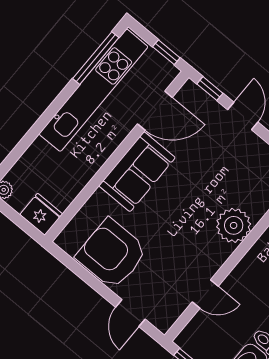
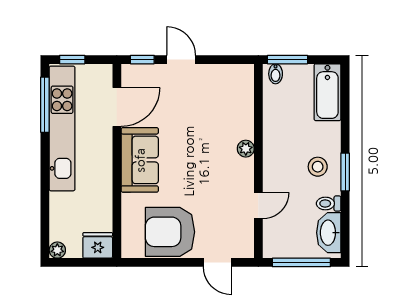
window: (166, 52) -> (72, 60), moved
plant: (234, 225) -> (246, 149), width x0.53, depth x0.53

